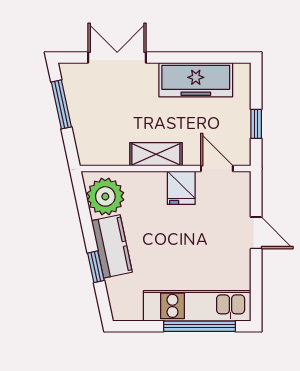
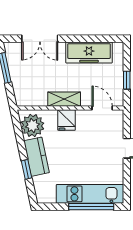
double door: (117, 57) -> (40, 39), swing flipped
fridge: (181, 188) -> (67, 120), moved

